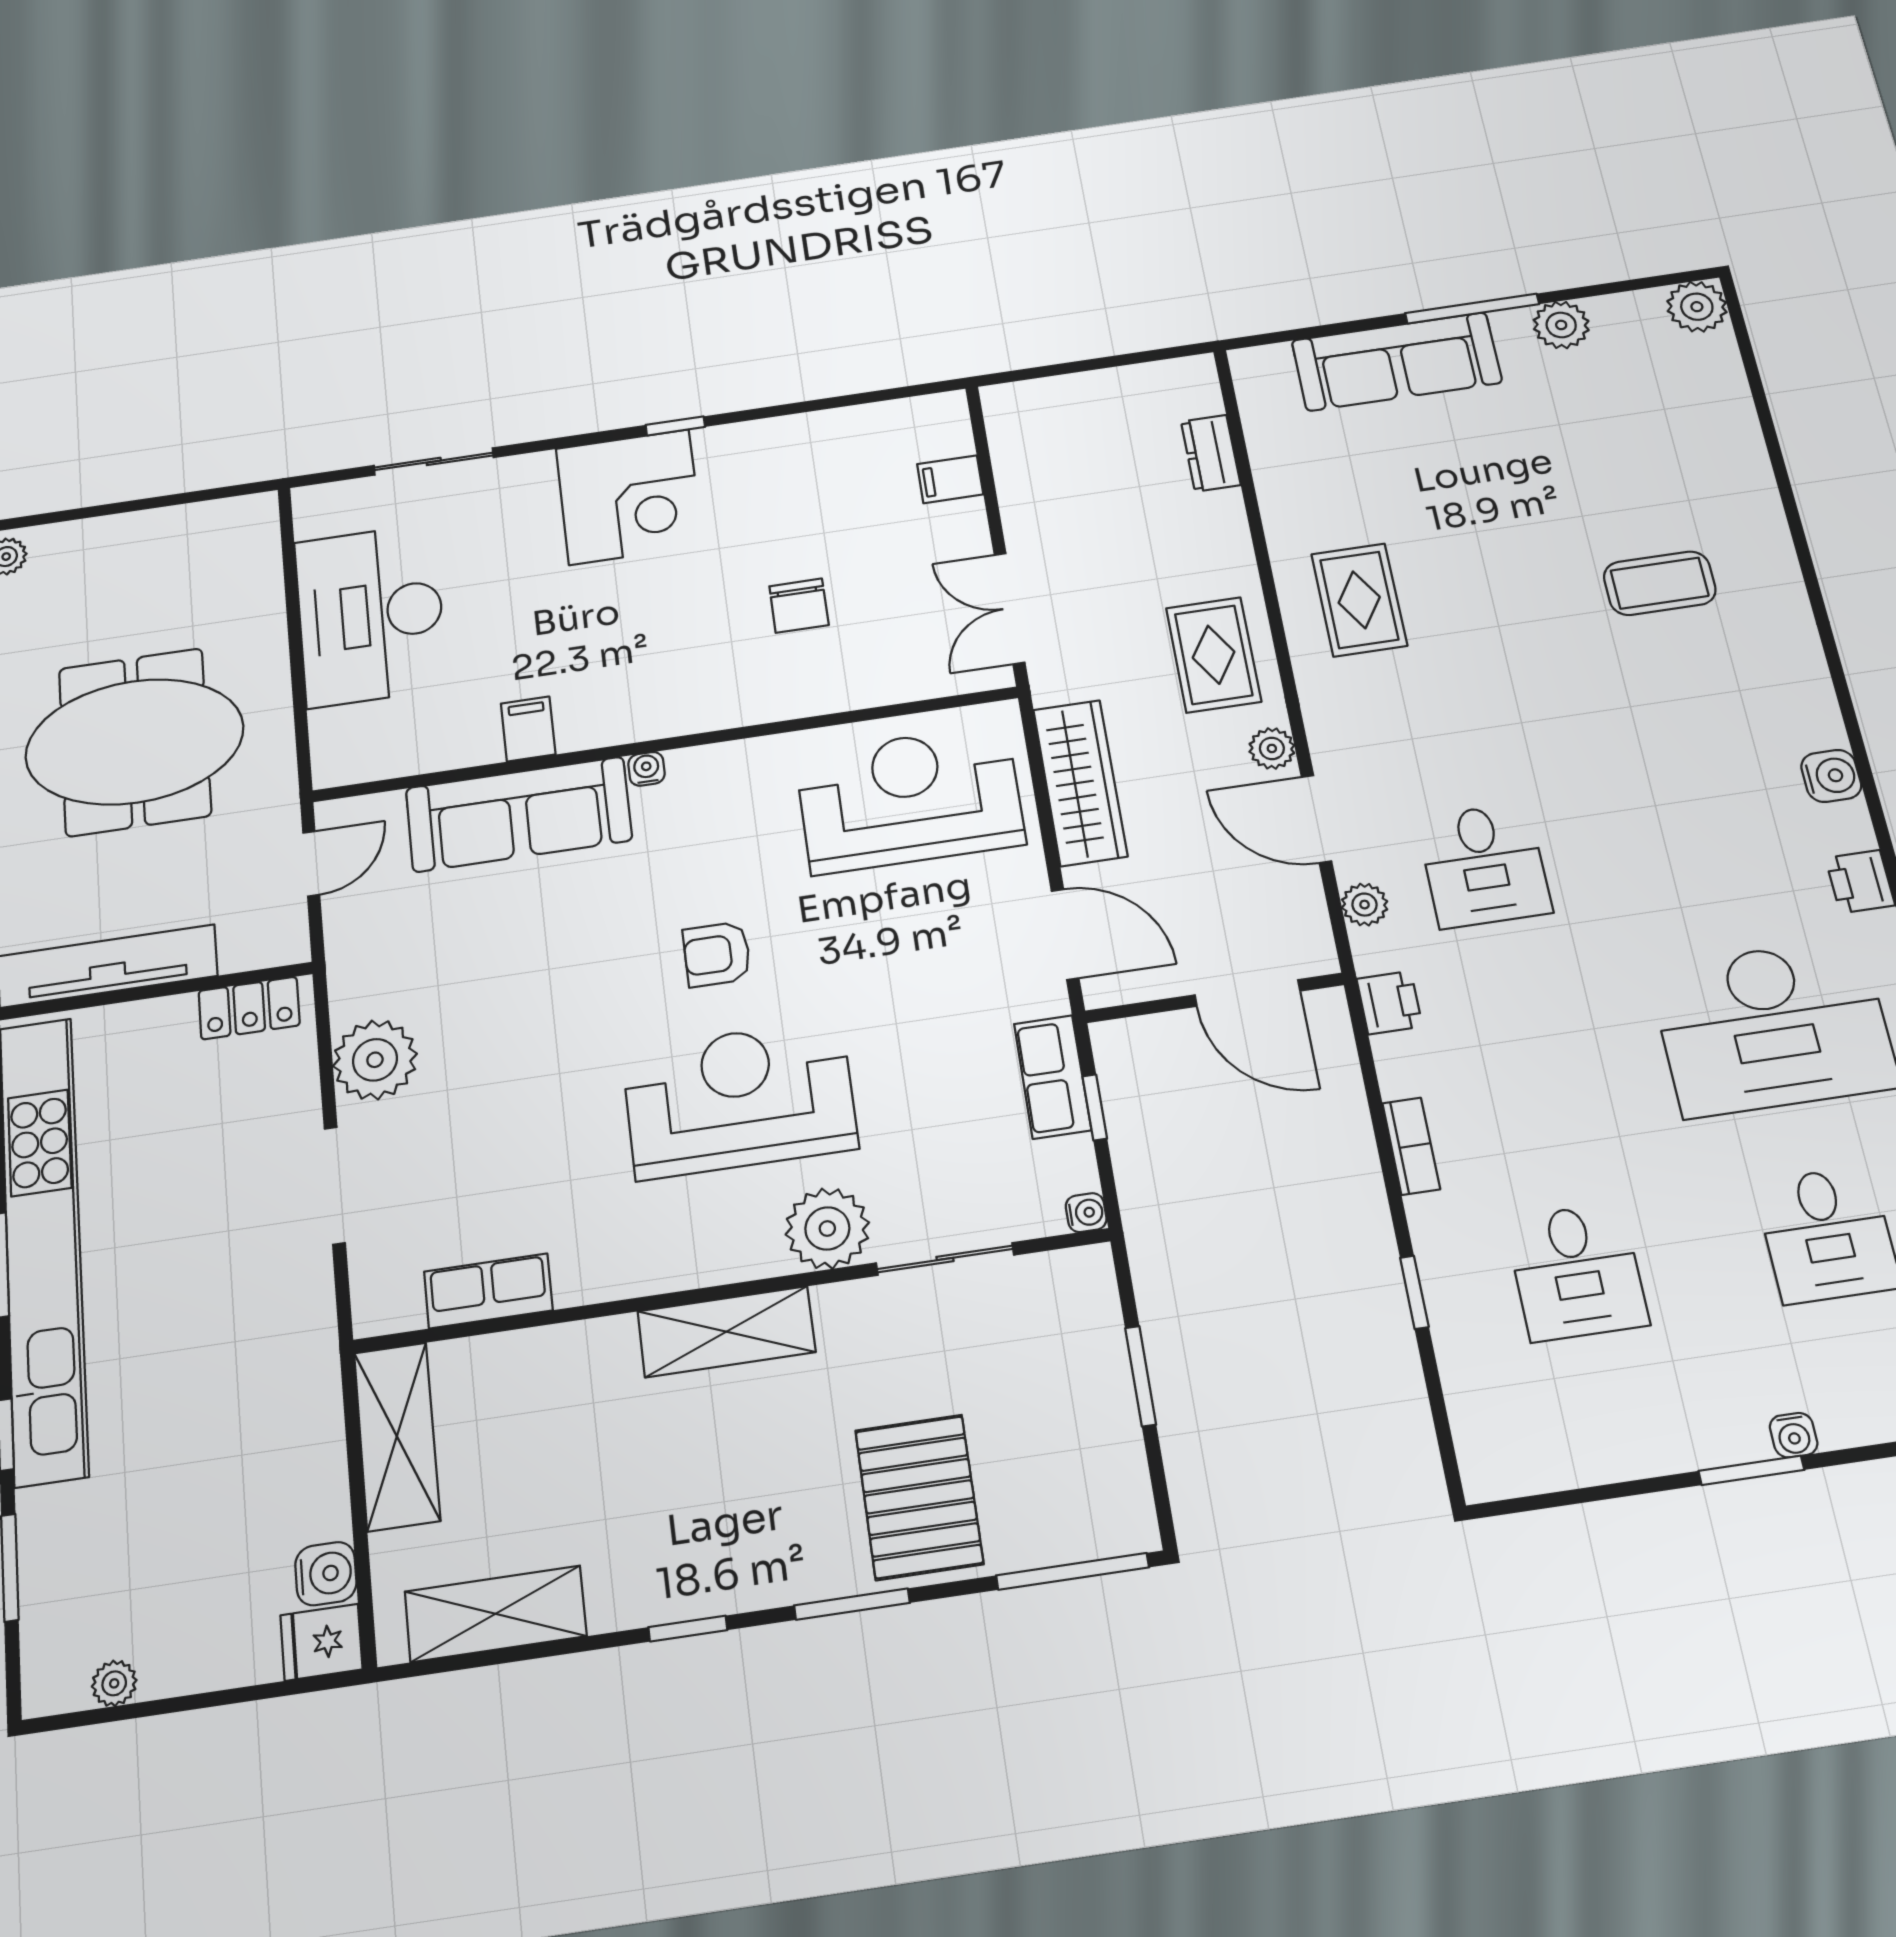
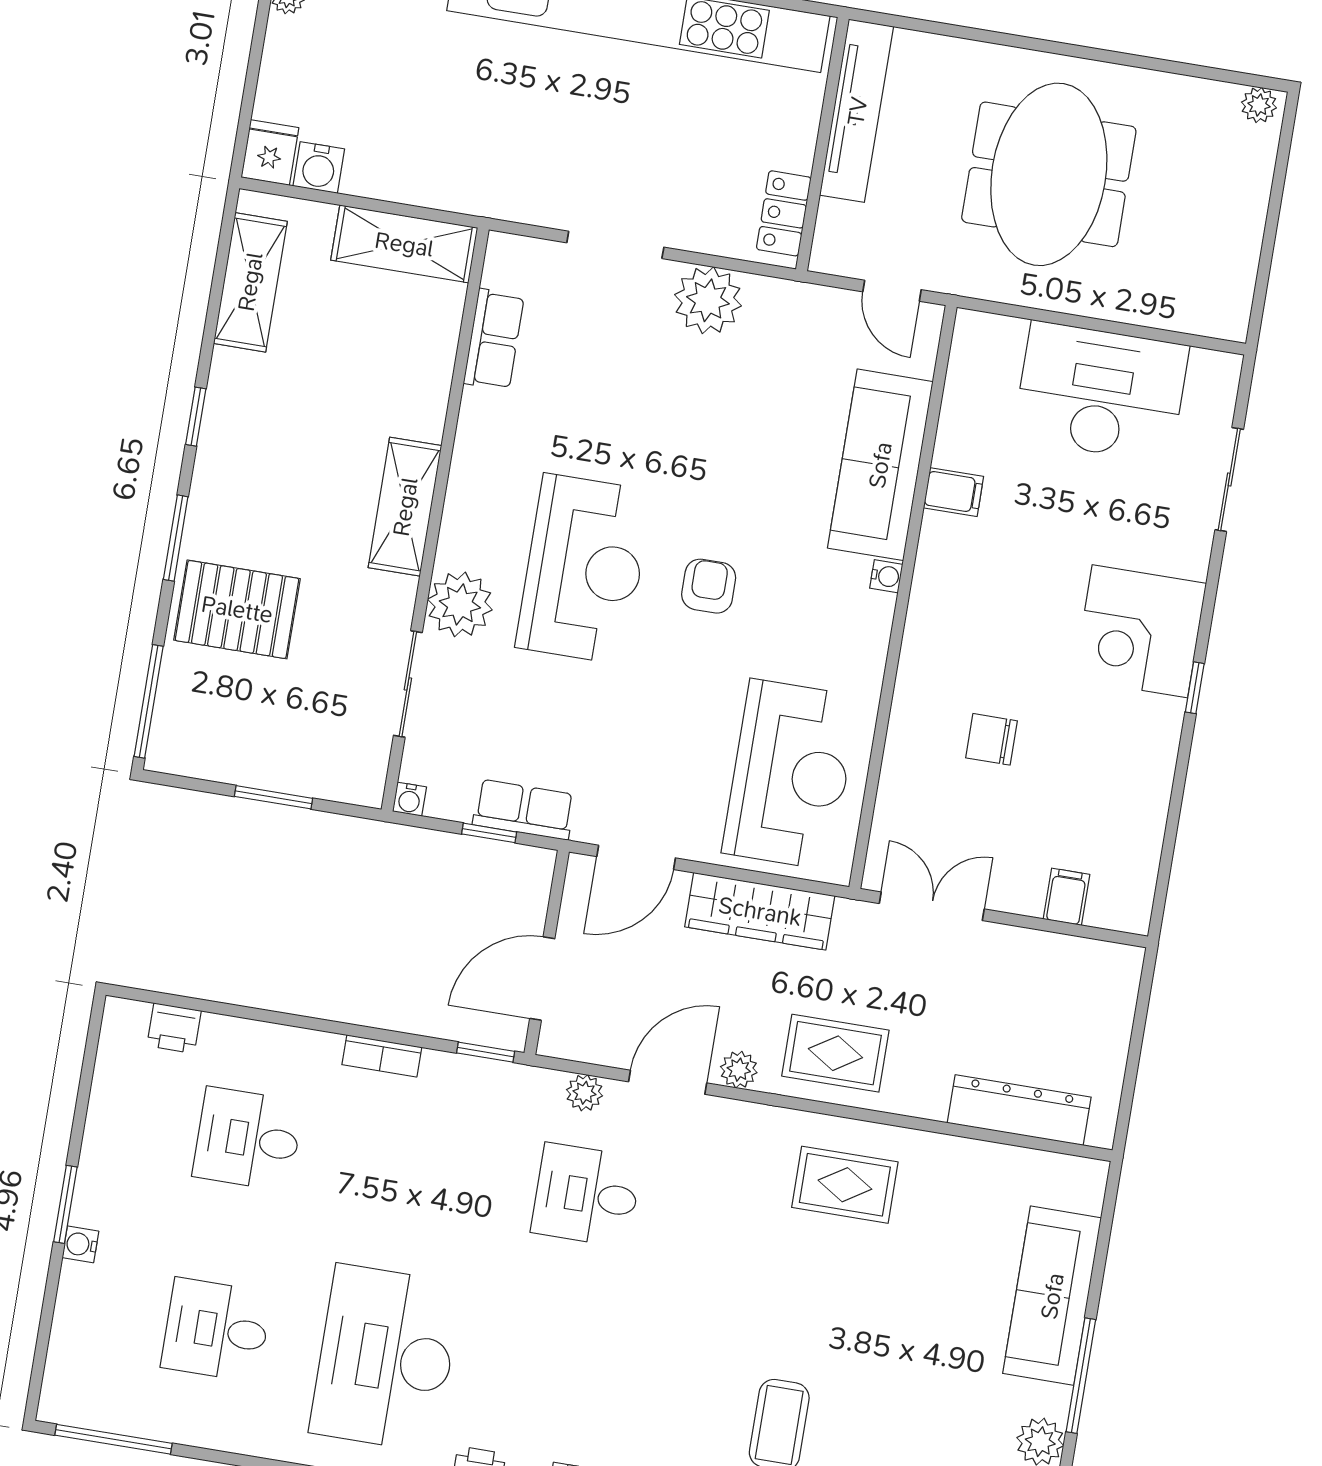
dresser: (1211, 453) -> (1019, 1110), width x1.96, depth x1.24
printer: (1390, 1003) -> (174, 1028), moved
window: (1414, 1292) -> (486, 1052), moved

